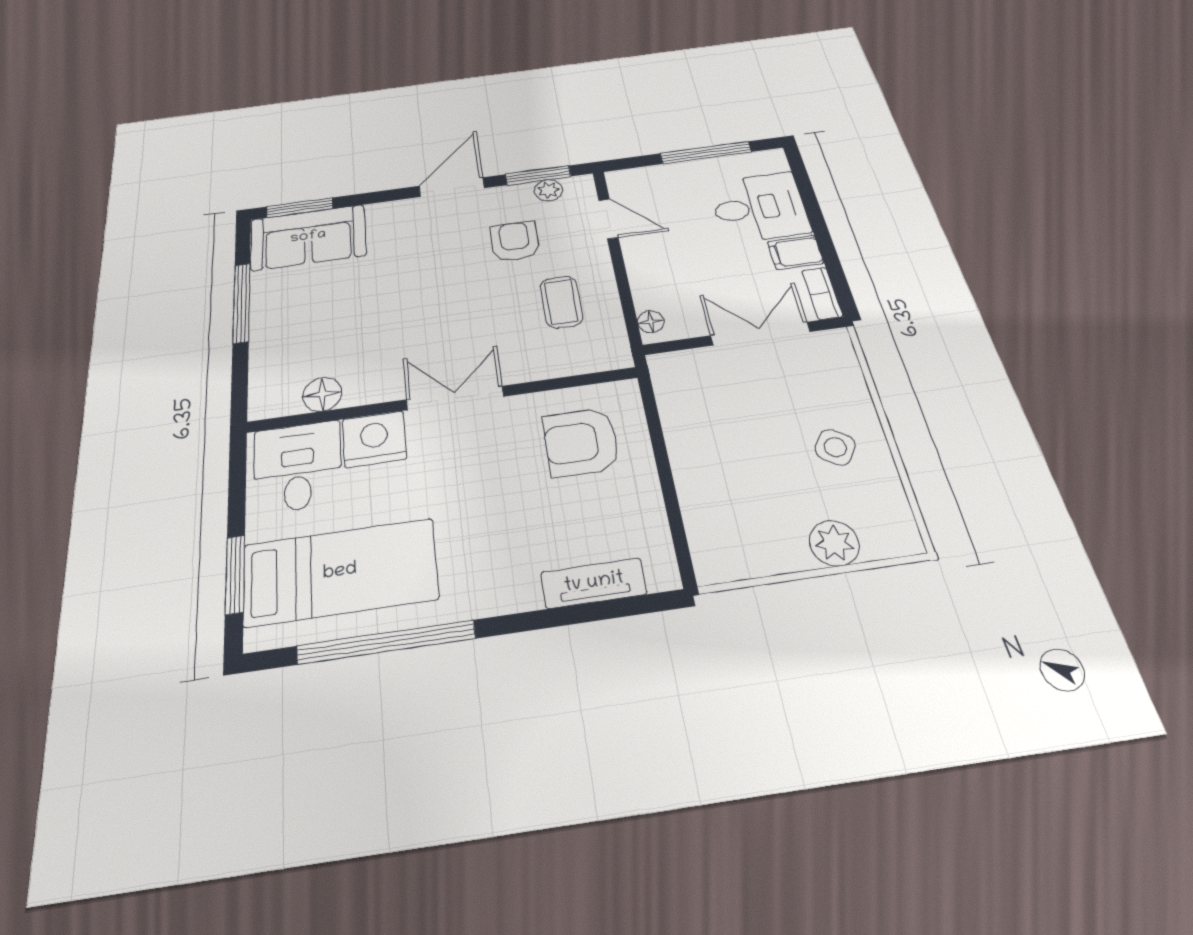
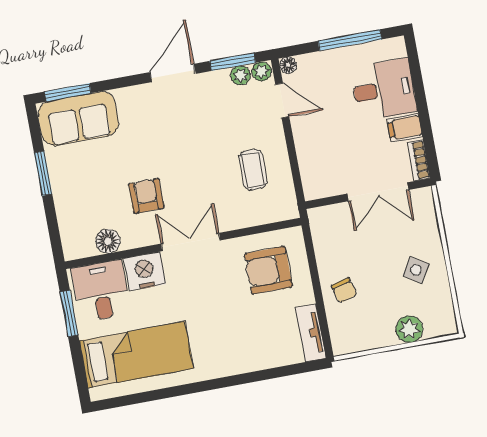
plant: (579, 186) -> (261, 71), added
armchair: (515, 241) -> (146, 196), moved
window: (242, 303) -> (43, 173), width x0.69
floor lamp: (651, 322) -> (288, 65), moved
double door: (760, 334) -> (378, 192), swing flipped
chair: (712, 476) -> (344, 290), added
window: (235, 574) -> (69, 314), moved
tv unit: (594, 583) -> (311, 333), moved, turned -90
window: (386, 642) -> (167, 393), removed

